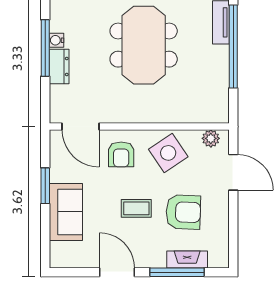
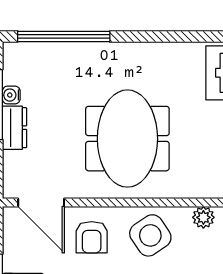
meeting table: (144, 45) -> (127, 139), moved

